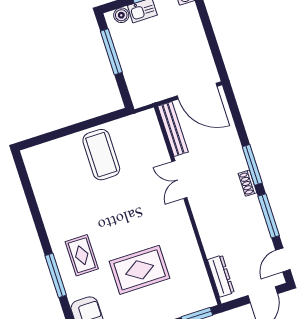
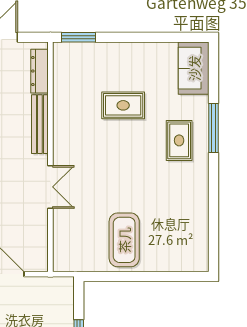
bench: (173, 129) -> (40, 124), moved
rug: (140, 270) -> (123, 105), width x0.73, depth x0.70

